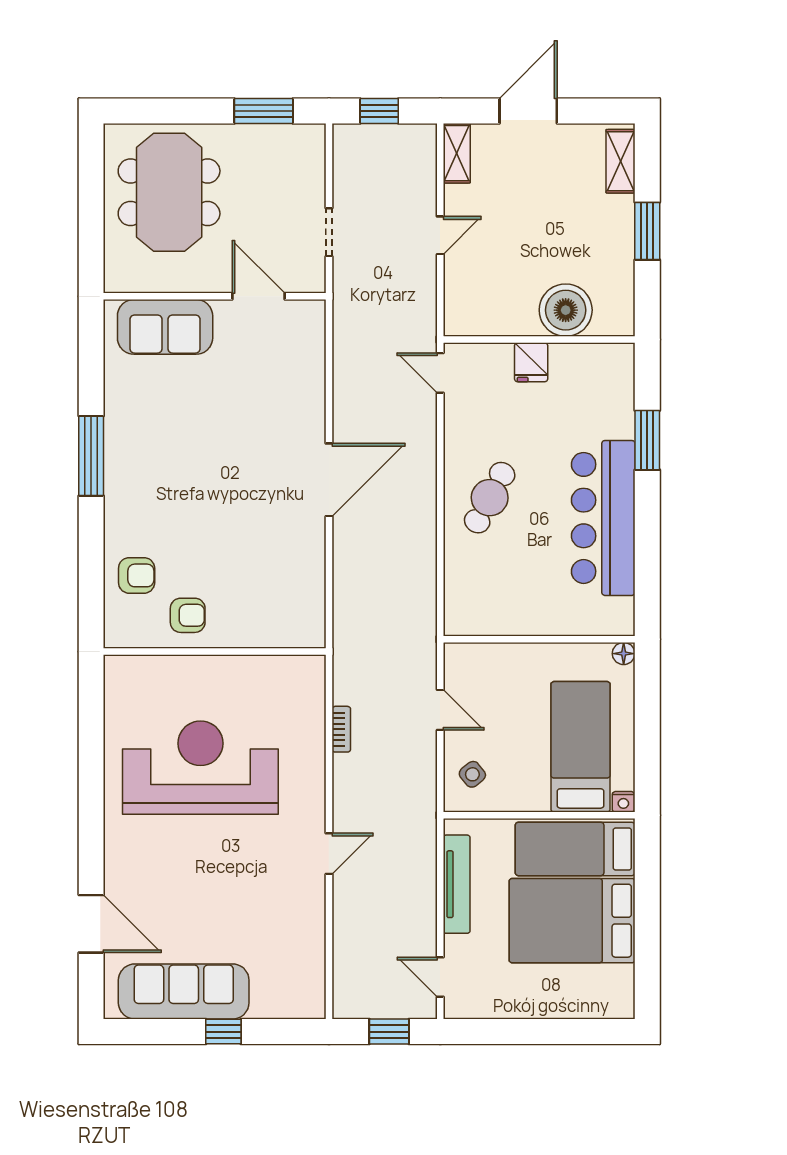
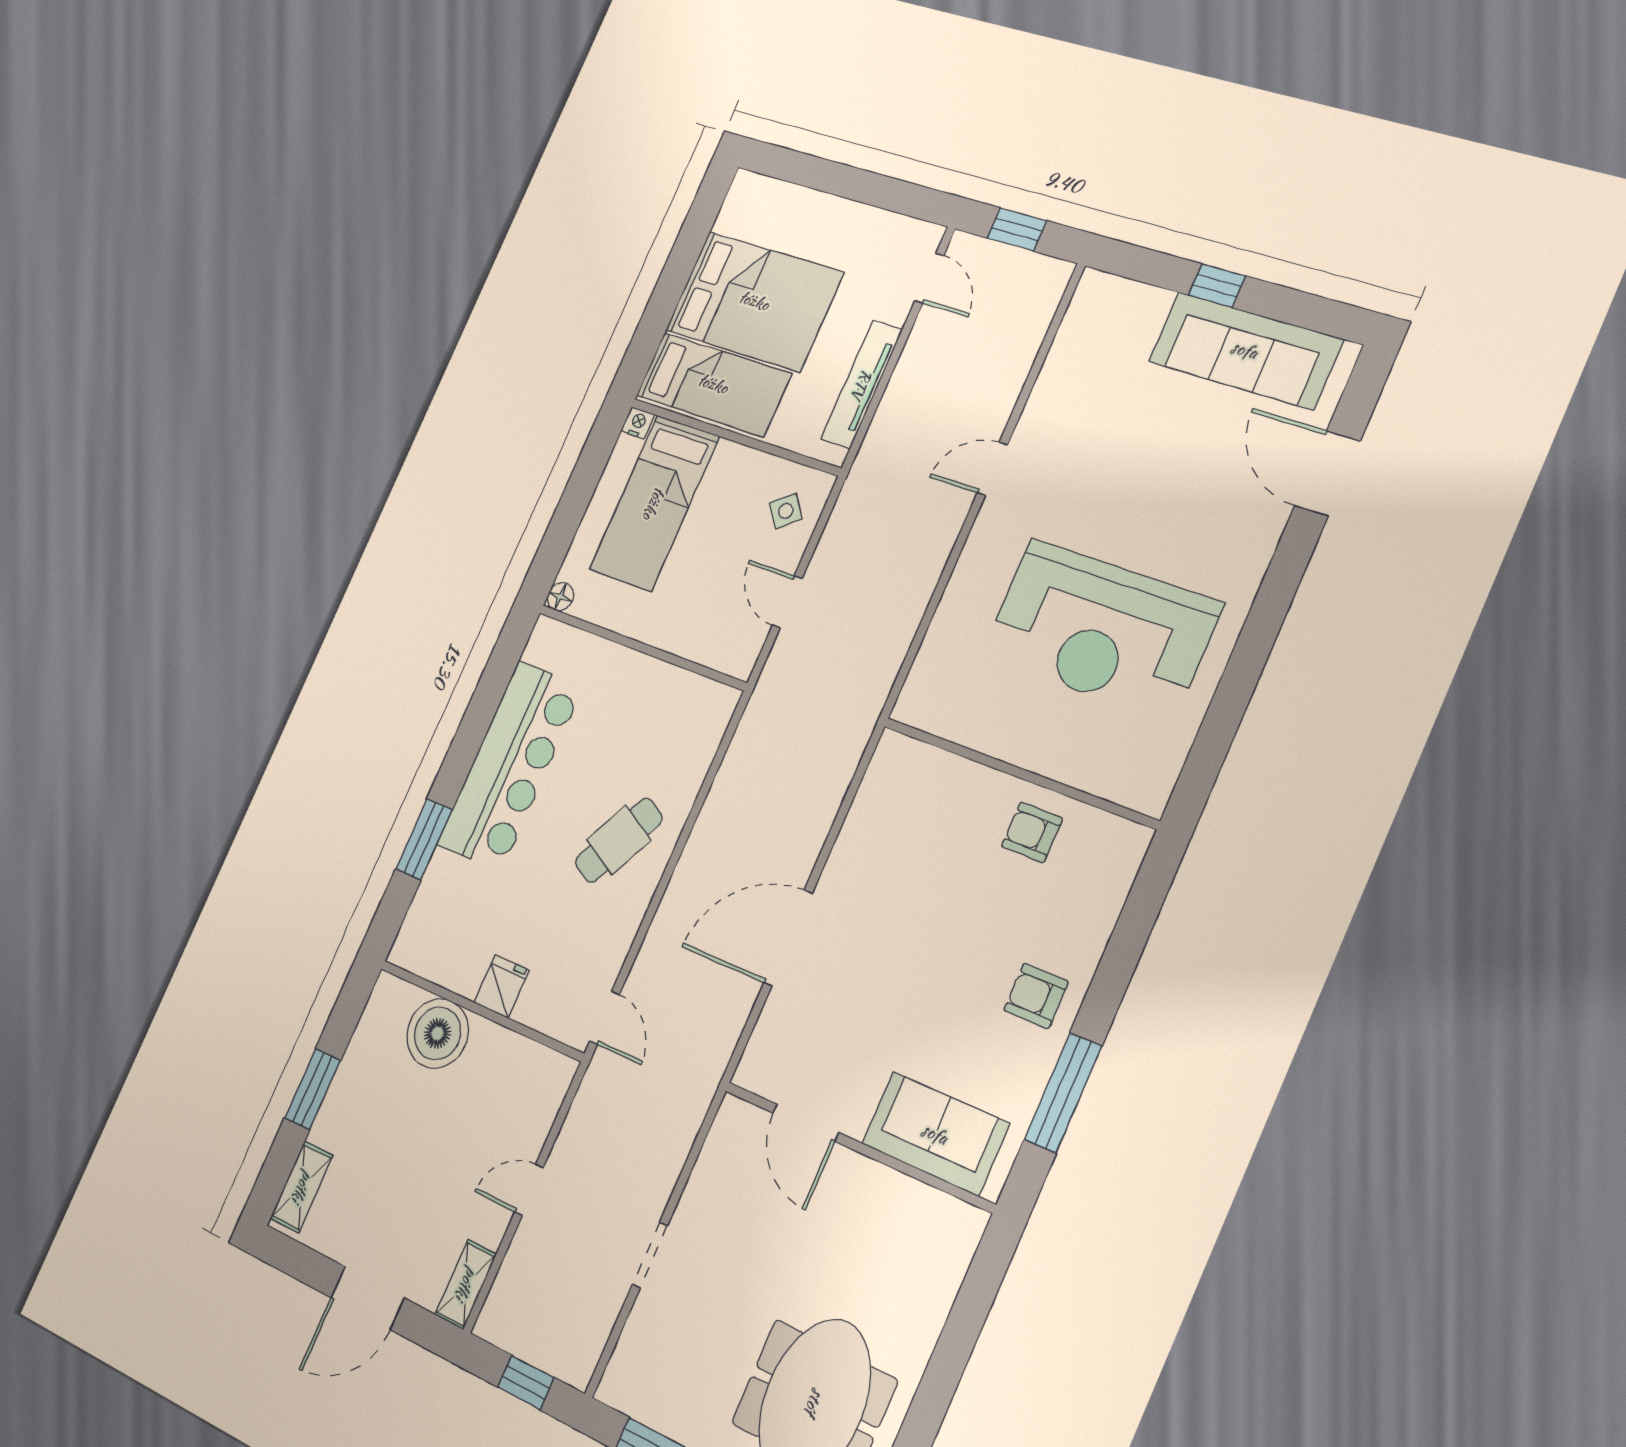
wall: (215, 296) -> (858, 1147), moved
door: (258, 296) -> (806, 1123), moved
sofa: (165, 327) -> (935, 1134), moved
armchair: (137, 575) -> (1036, 996), moved
bookcase: (341, 729) -> (911, 619), removed

